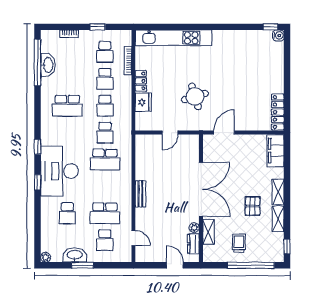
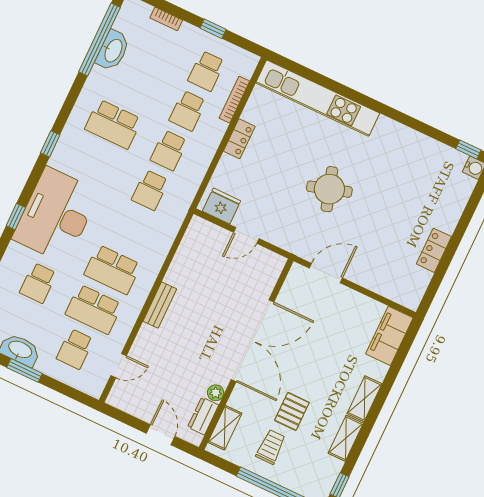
round table: (195, 96) -> (329, 189), moved
fridge: (143, 102) -> (222, 206), moved, turned -90
locker: (278, 112) -> (434, 250), moved, width x0.66
window: (38, 147) -> (50, 144), moved
school desk: (105, 160) -> (113, 270), moved
pallet: (253, 206) -> (292, 411), moved
shelving: (208, 232) -> (225, 428), moved
door: (133, 238) -> (119, 366), hinge flipped

